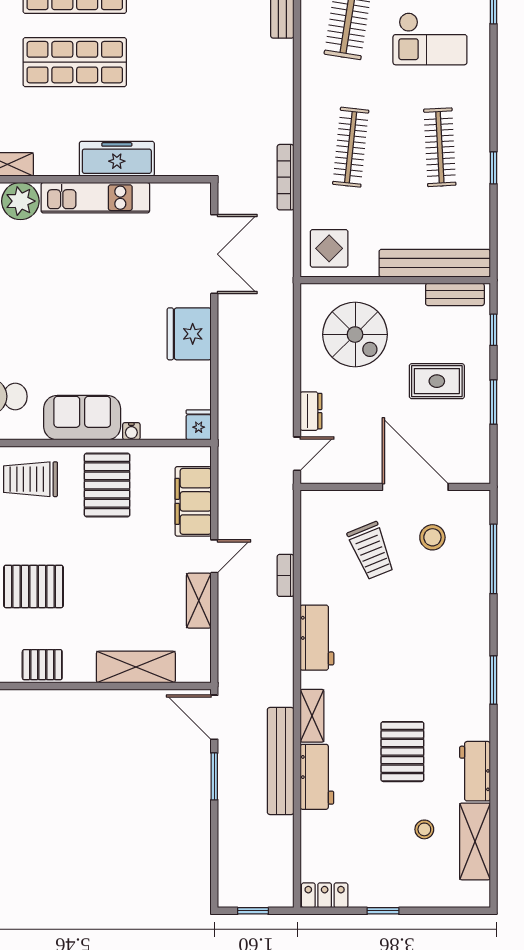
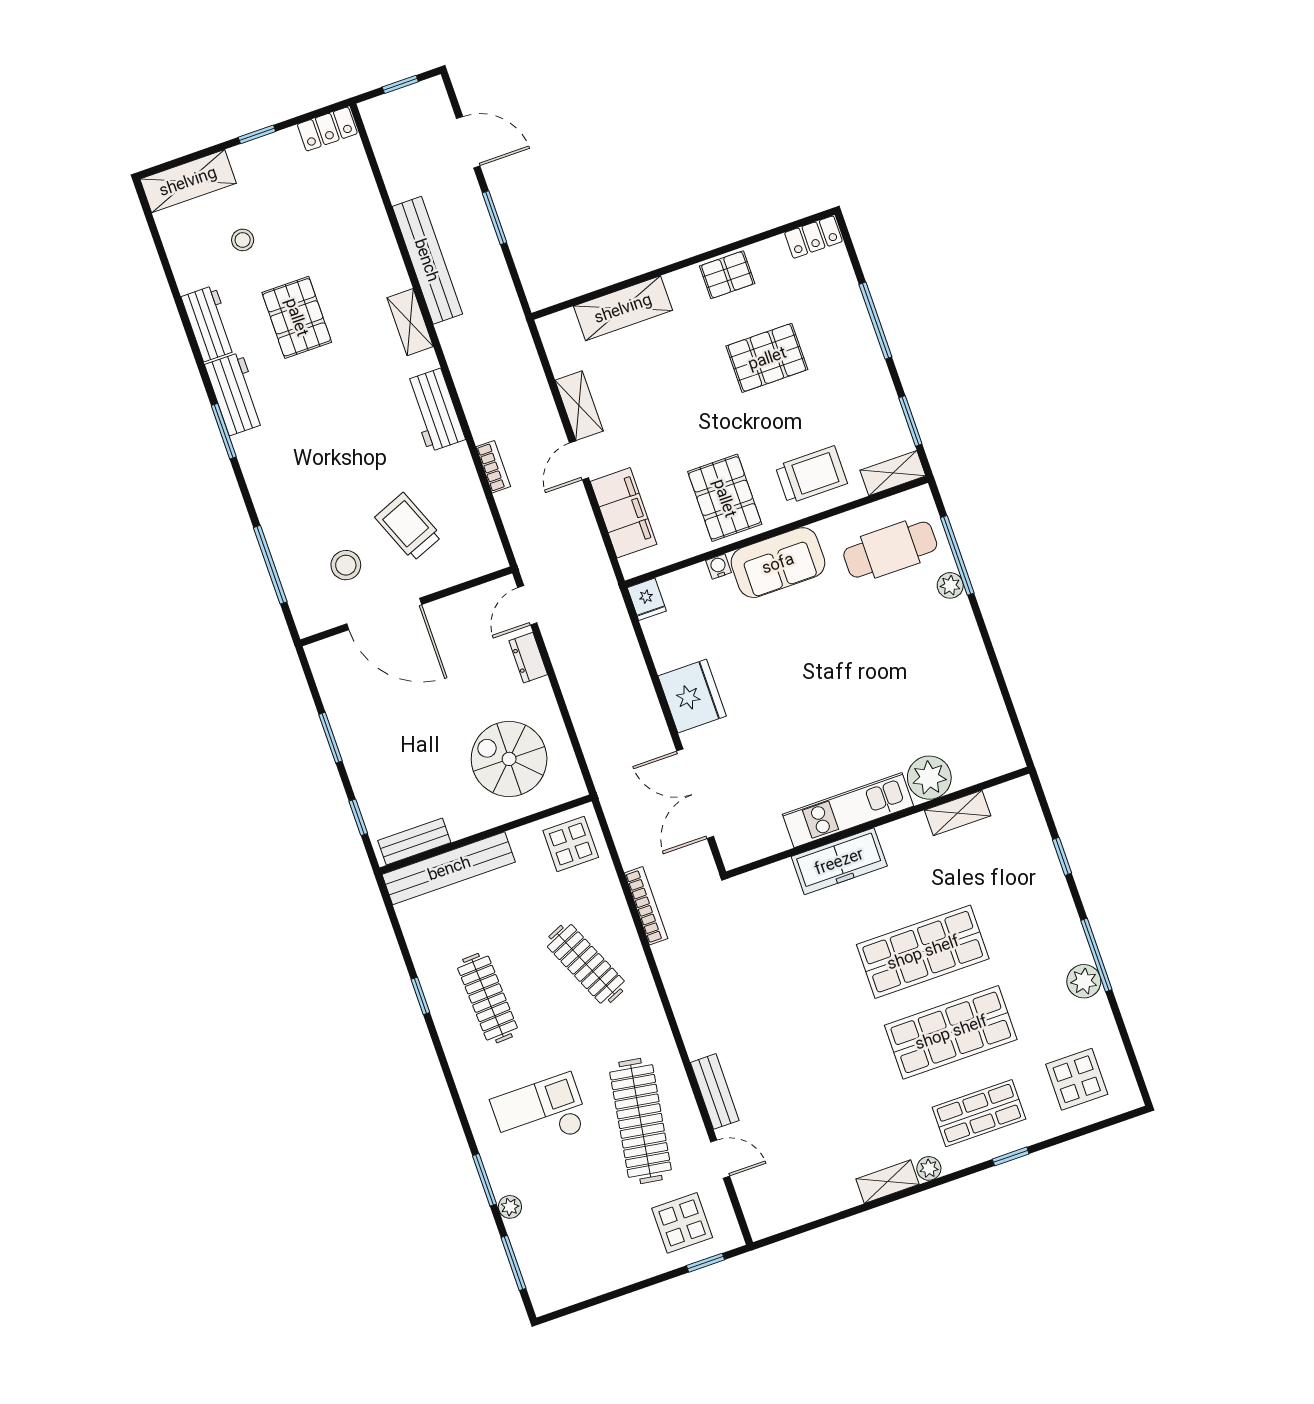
clothes rail: (351, 147) -> (586, 964), turned -30
rug: (437, 381) -> (401, 739), removed
door: (214, 717) -> (468, 142), moved
workbench: (317, 777) -> (235, 394), moved, turned 180
shelving: (475, 841) -> (188, 181), moved, turned 90

